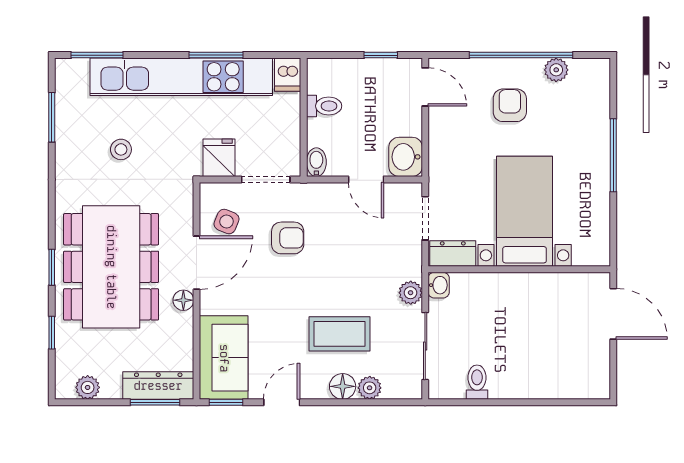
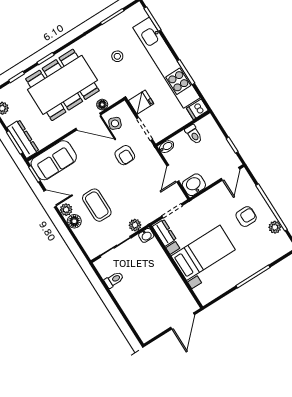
floor lamp: (183, 300) -> (102, 105), moved
plant: (370, 388) -> (66, 210), moved

